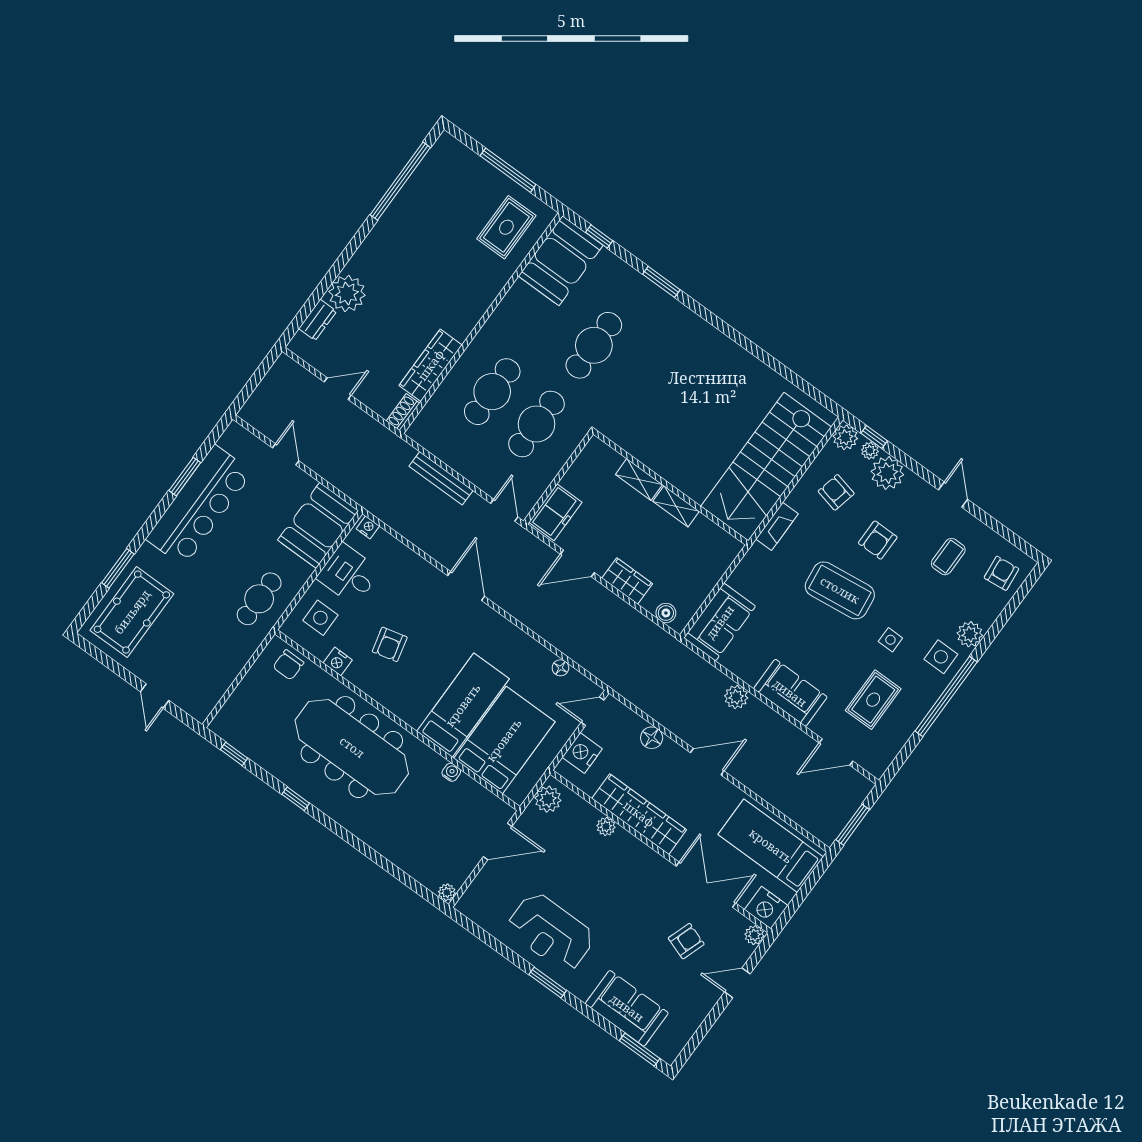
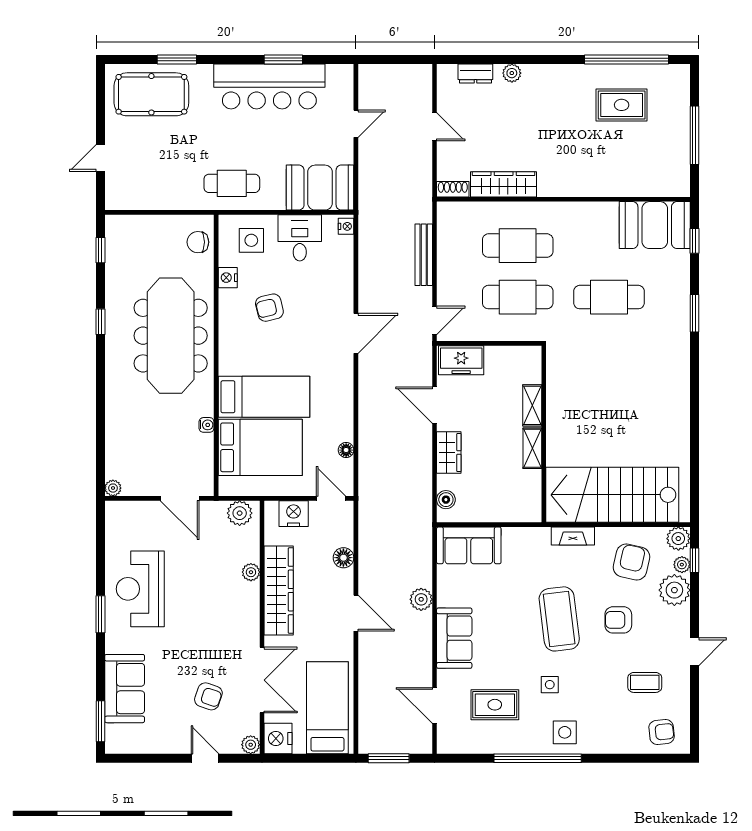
rug: (506, 227) -> (622, 105), moved
plant: (347, 293) -> (512, 73), width x0.53, depth x0.53
armchair: (836, 492) -> (632, 562), width x1.38, depth x1.38
plant: (970, 634) -> (598, 742), removed

